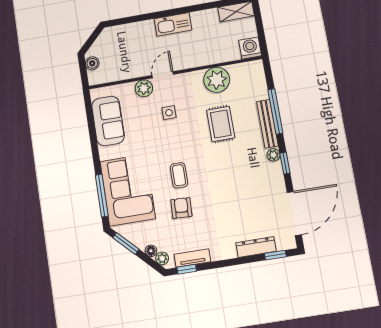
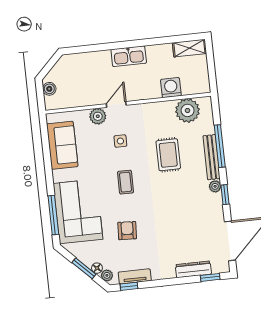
washing machine: (250, 48) -> (171, 88), moved
plant: (217, 80) -> (188, 110), moved
coffee table: (179, 175) -> (126, 182), moved
window: (126, 244) -> (84, 268), moved

